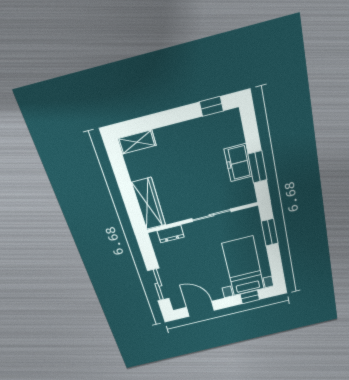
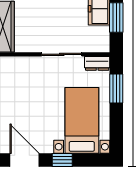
dresser: (171, 234) -> (97, 63), moved
window: (250, 297) -> (62, 160), moved

